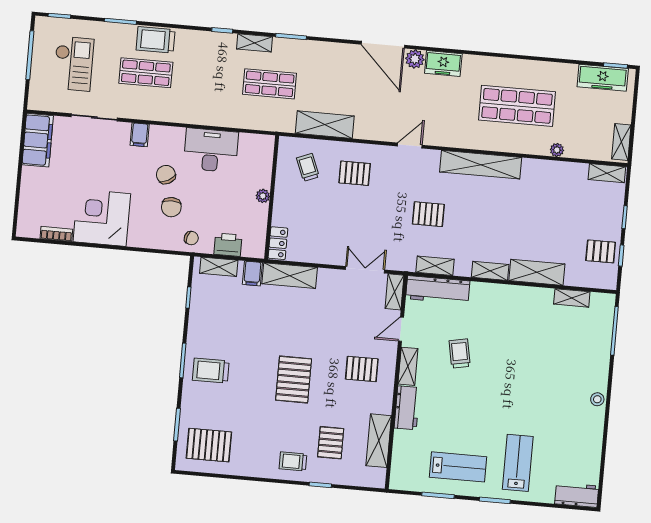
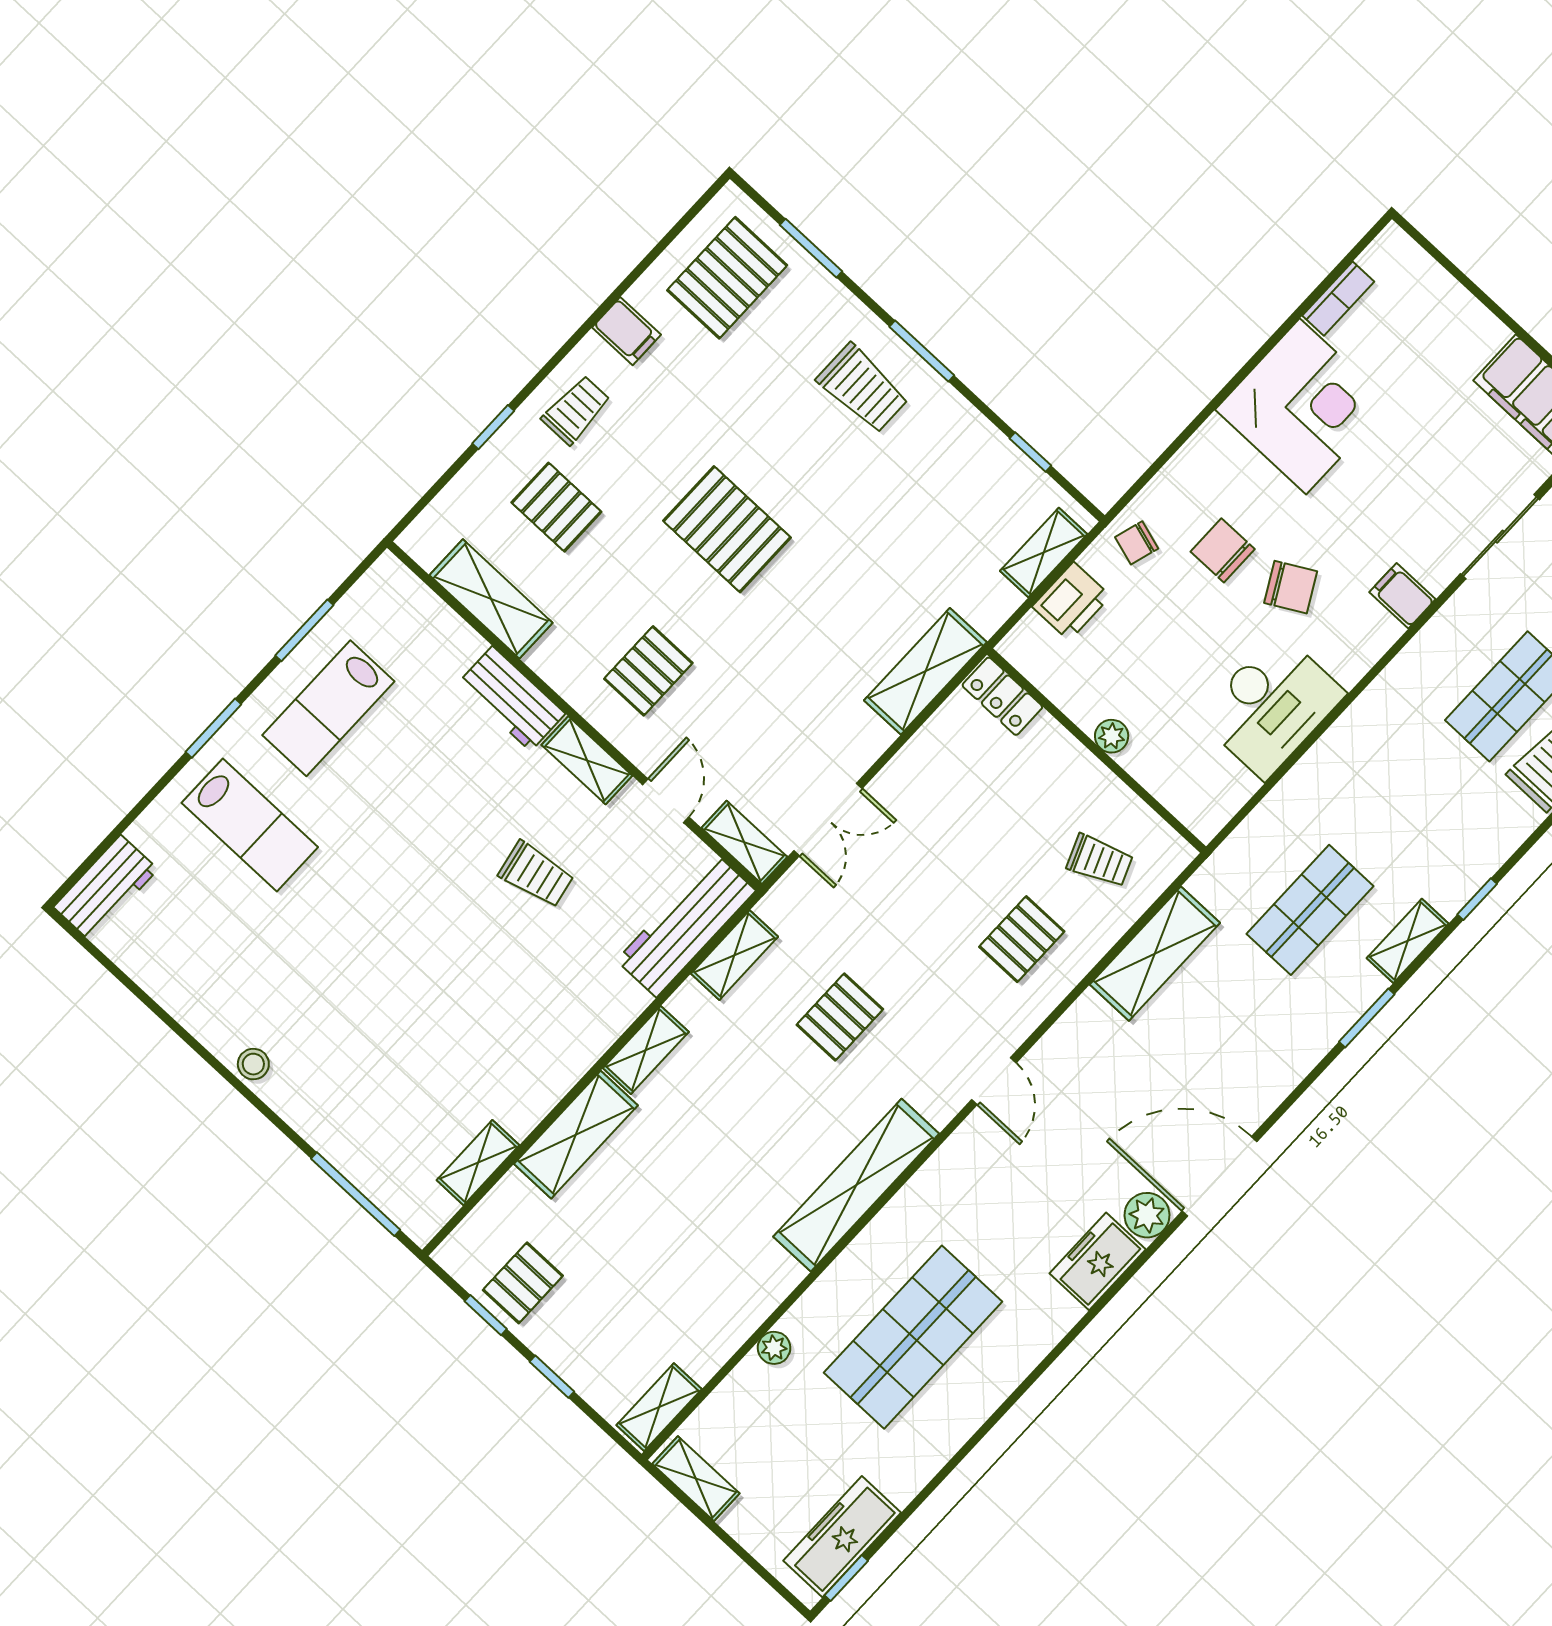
filing cabinet: (252, 273) -> (626, 331), moved, turned 180
trolley: (211, 371) -> (863, 388), turned 90

